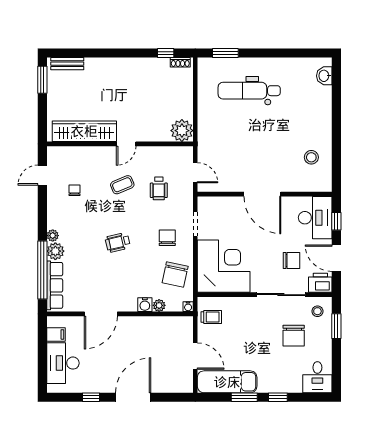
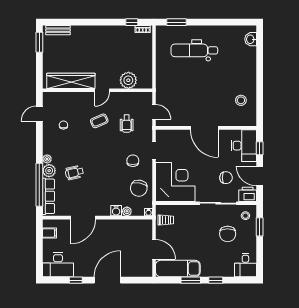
plant: (182, 131) -> (128, 80), moved
wheelchair: (118, 242) -> (74, 173), moved
desk: (63, 363) -> (58, 265), moved, turned -90

